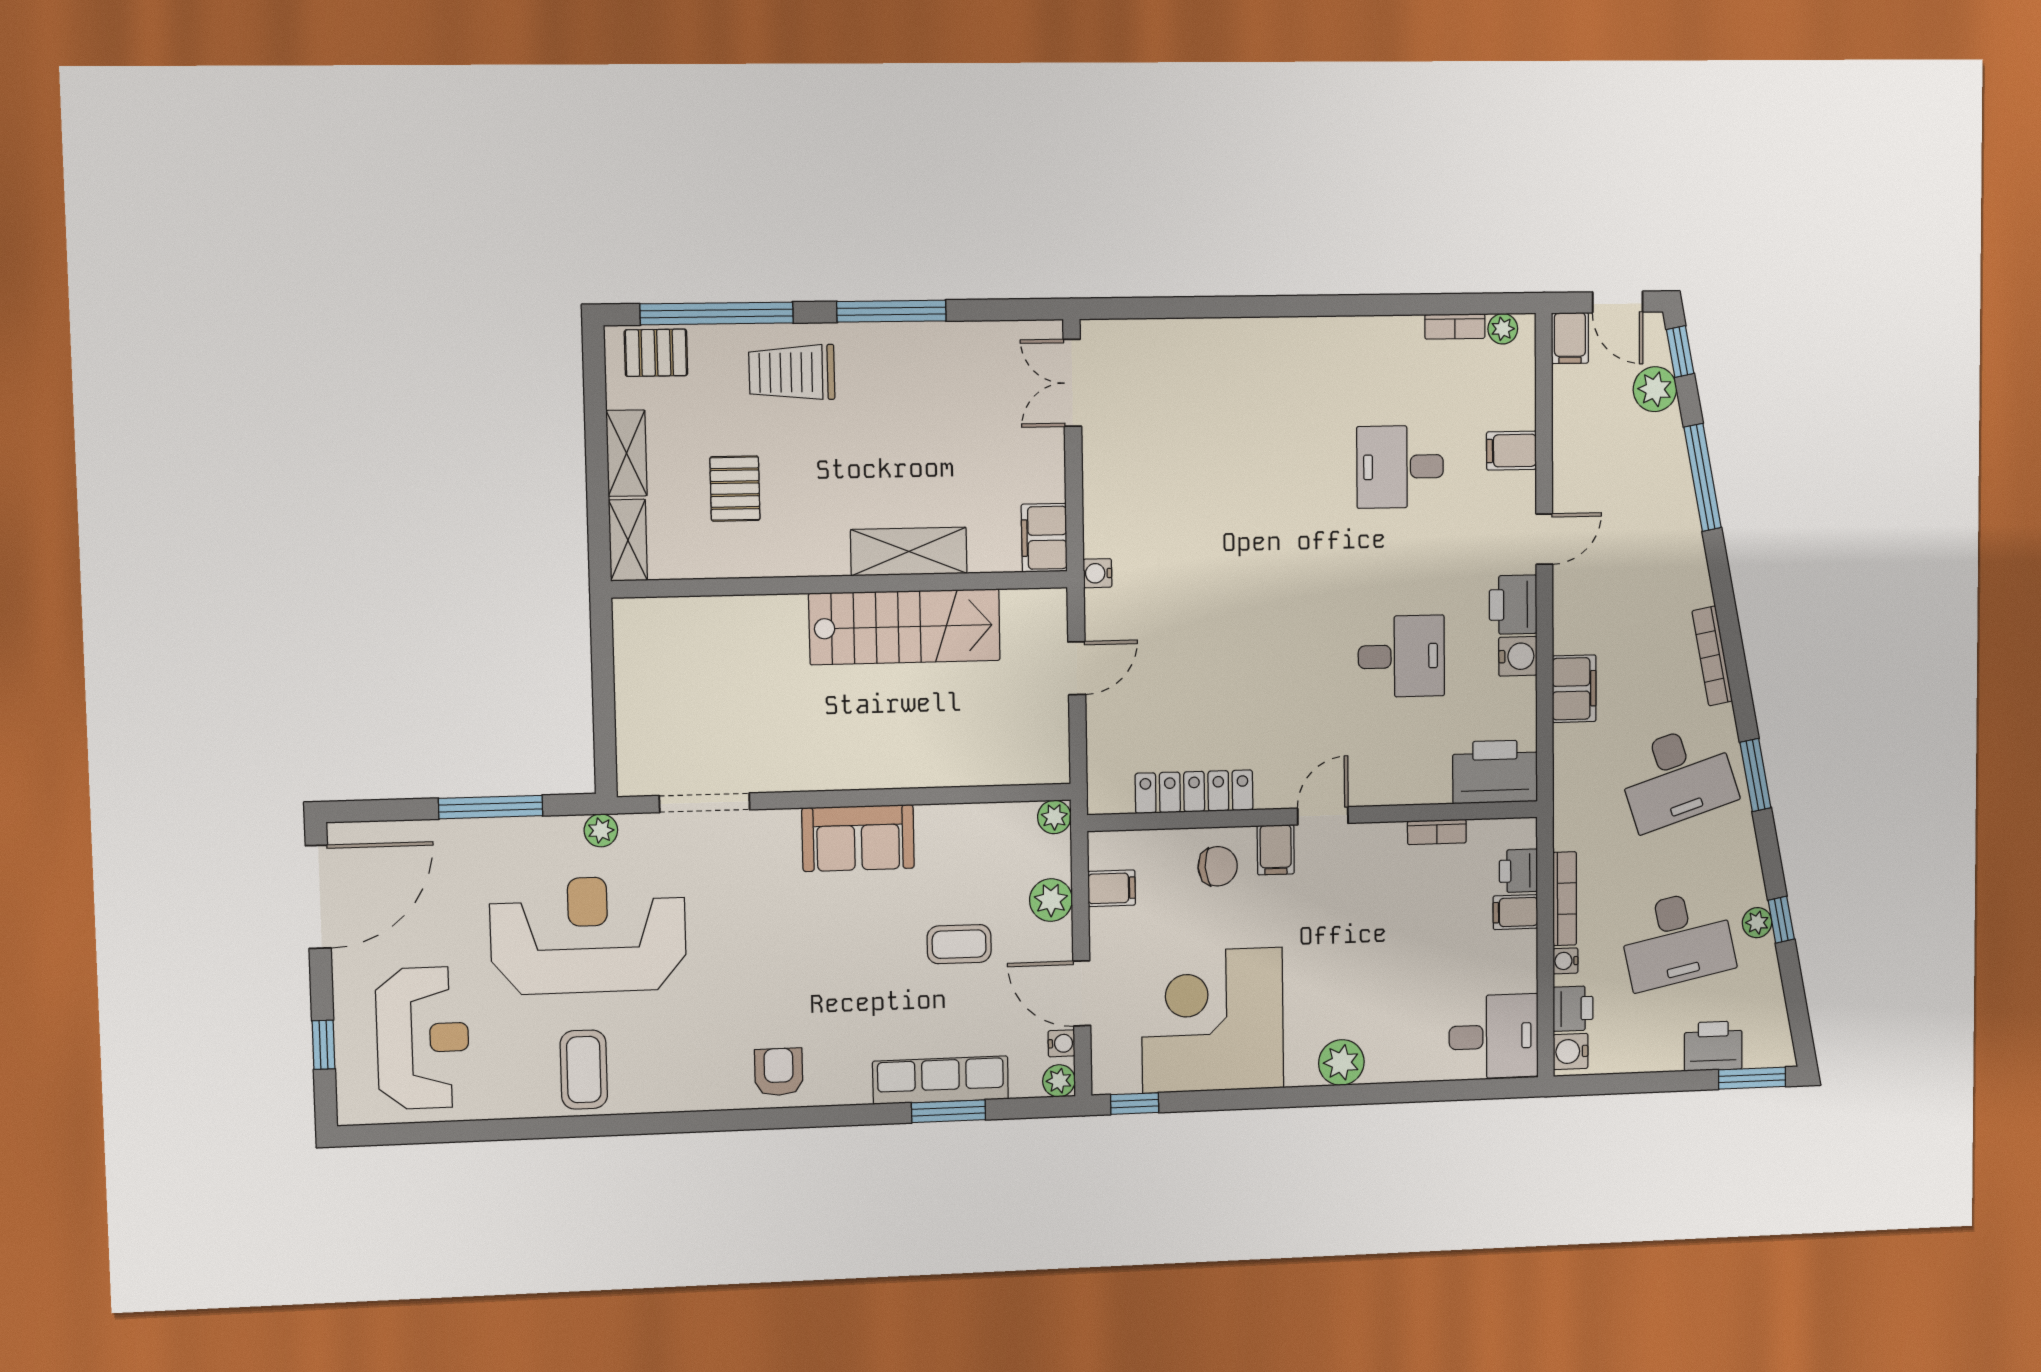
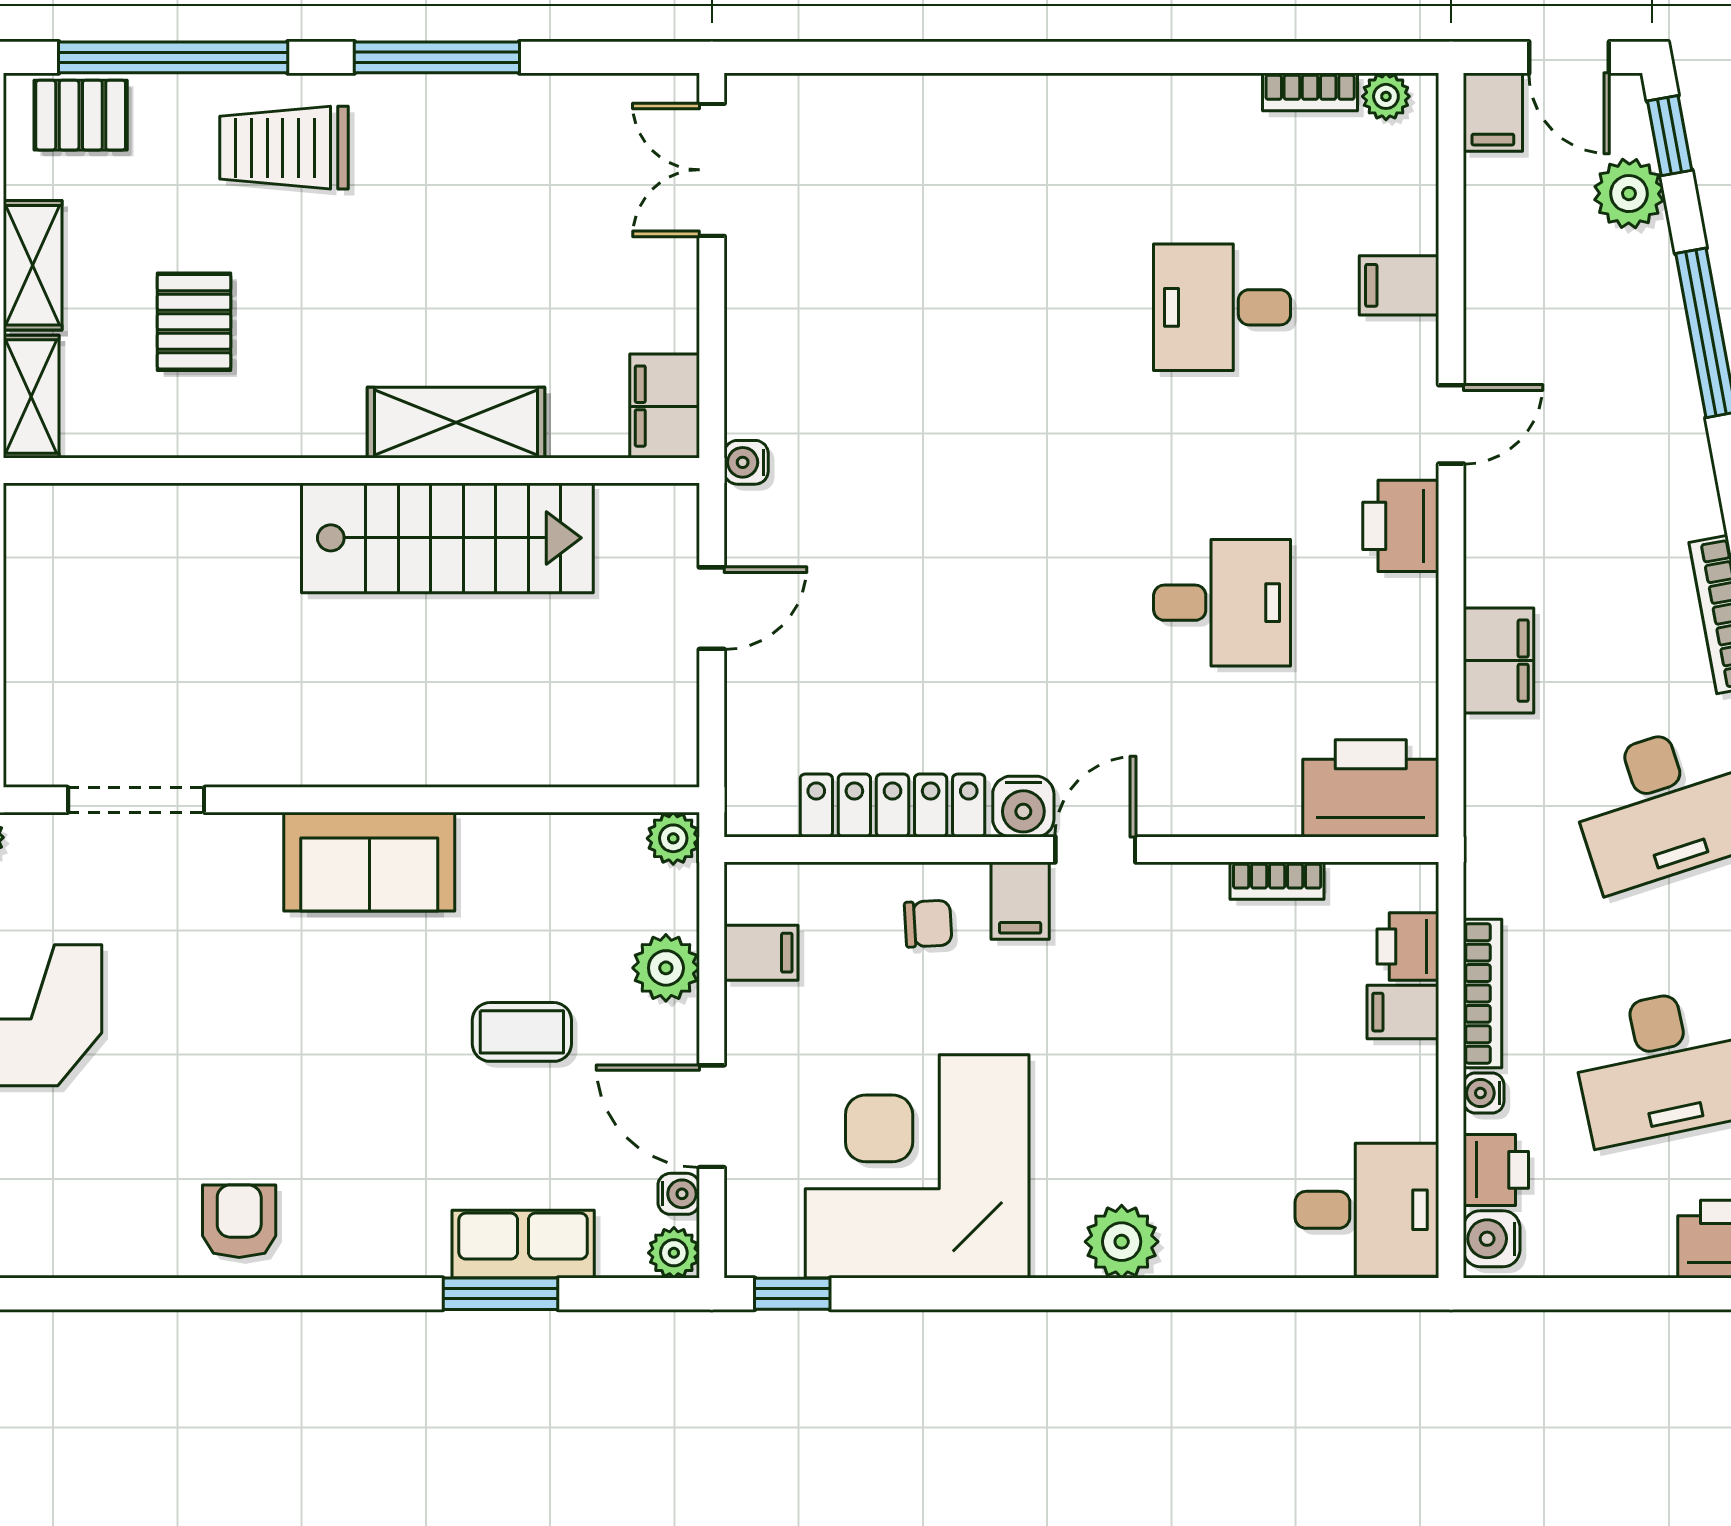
water cooler: (1518, 656) -> (1023, 807), moved, turned 90
chair: (1218, 866) -> (928, 924), width x0.73, depth x0.73
row of seats: (941, 1080) -> (523, 1244), width x0.68

